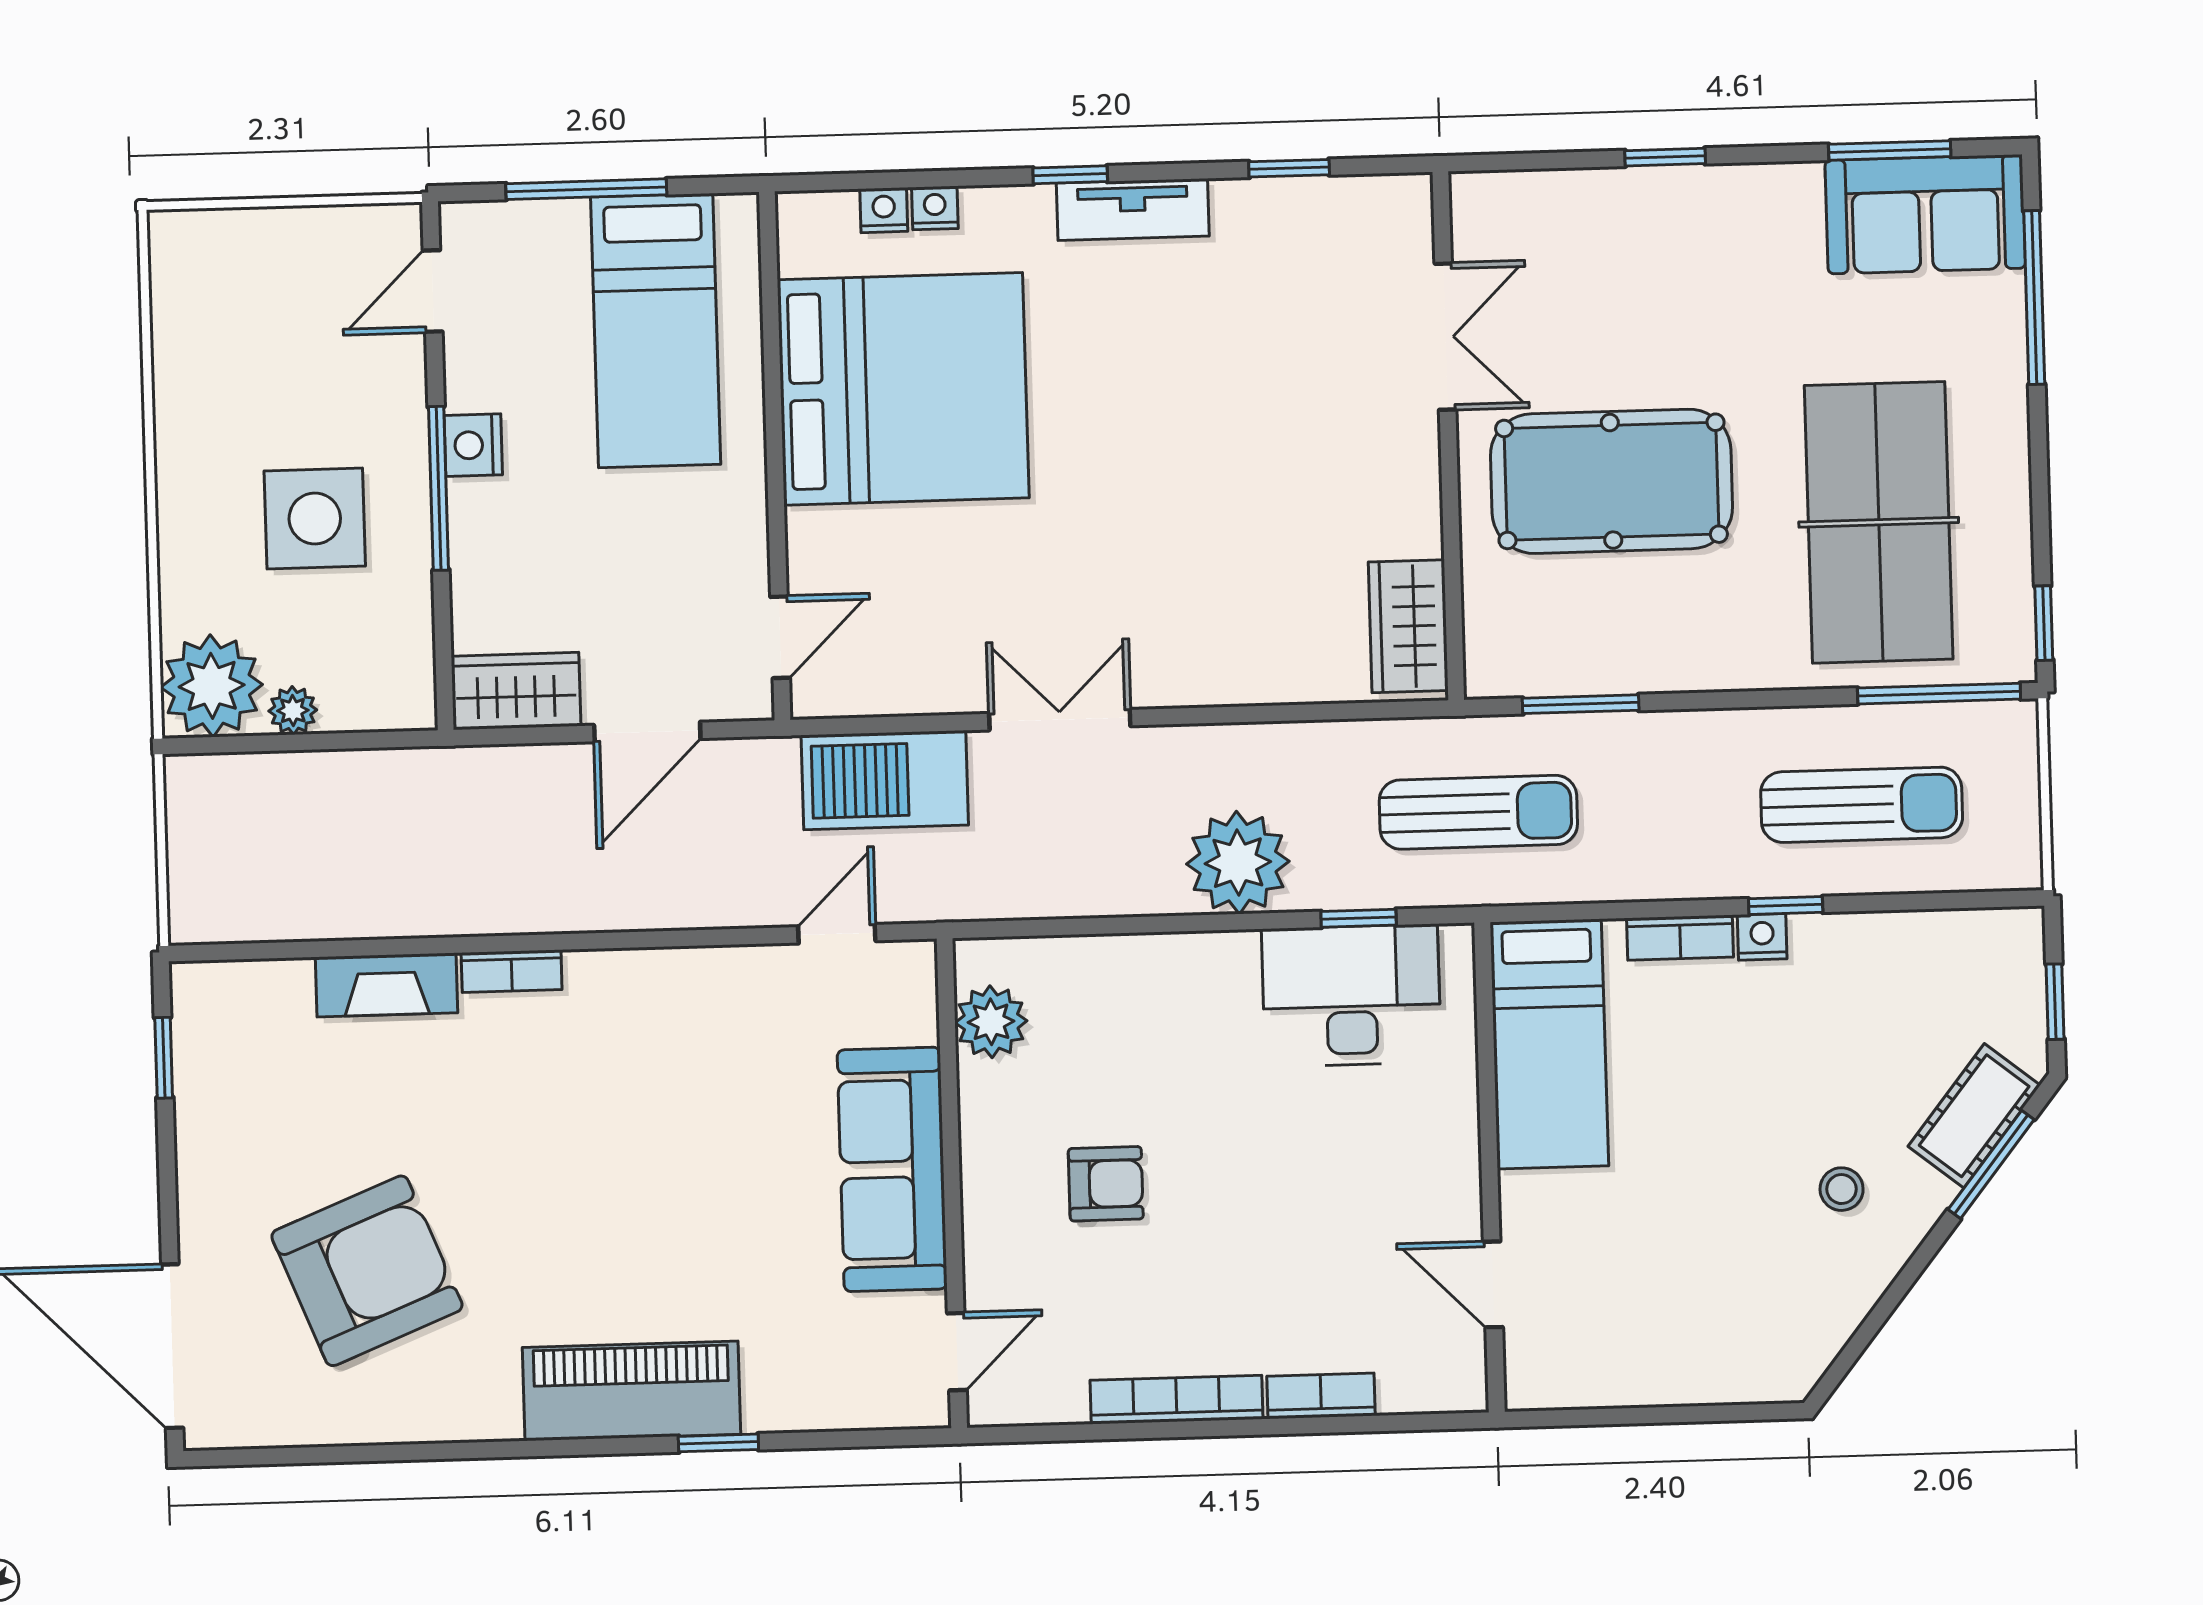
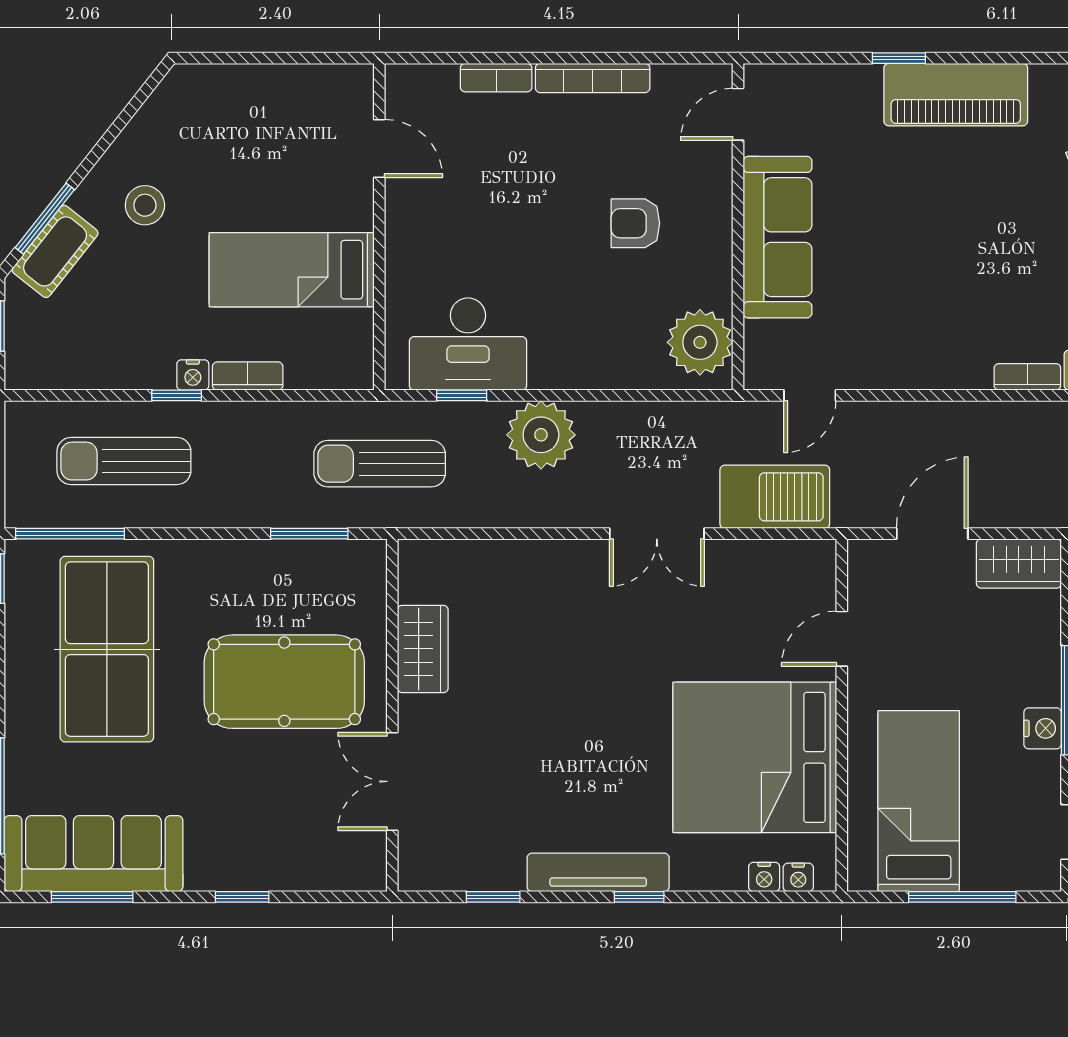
nightstand: (935, 208) -> (798, 877), moved
tv unit: (1133, 210) -> (598, 872), width x1.41
sofa: (1925, 214) -> (93, 854), width x1.36
wardrobe: (1408, 626) -> (423, 649), moved
door: (780, 637) -> (842, 639), moved
plant: (991, 1022) -> (700, 342), width x1.36, depth x1.36
bed: (1549, 1044) -> (292, 270), moved, turned -90
stool: (1842, 1189) -> (145, 205), width x1.37, depth x1.37

